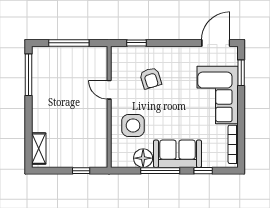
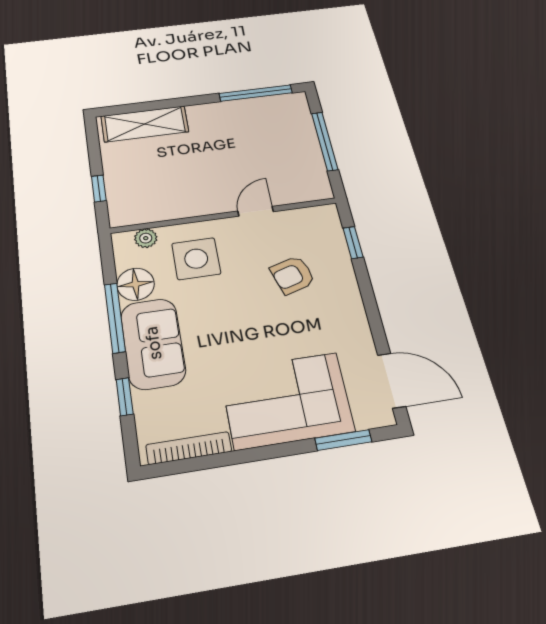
shelving: (39, 149) -> (145, 124), width x1.50, depth x1.33
plant: (117, 150) -> (146, 238), added

